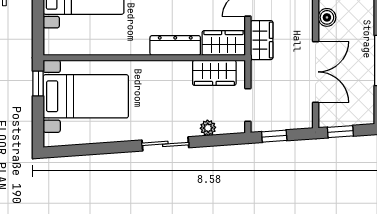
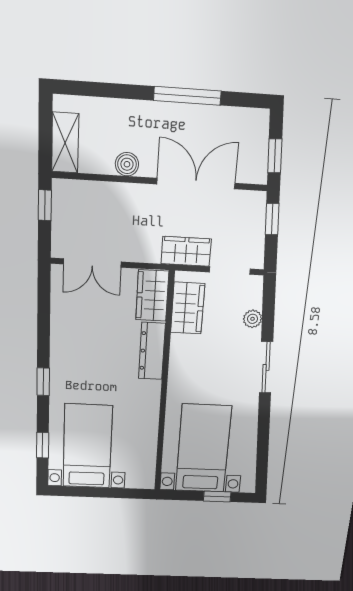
wardrobe: (262, 40) -> (186, 251), moved
window: (38, 84) -> (217, 497), moved
window: (274, 136) -> (272, 219), moved

